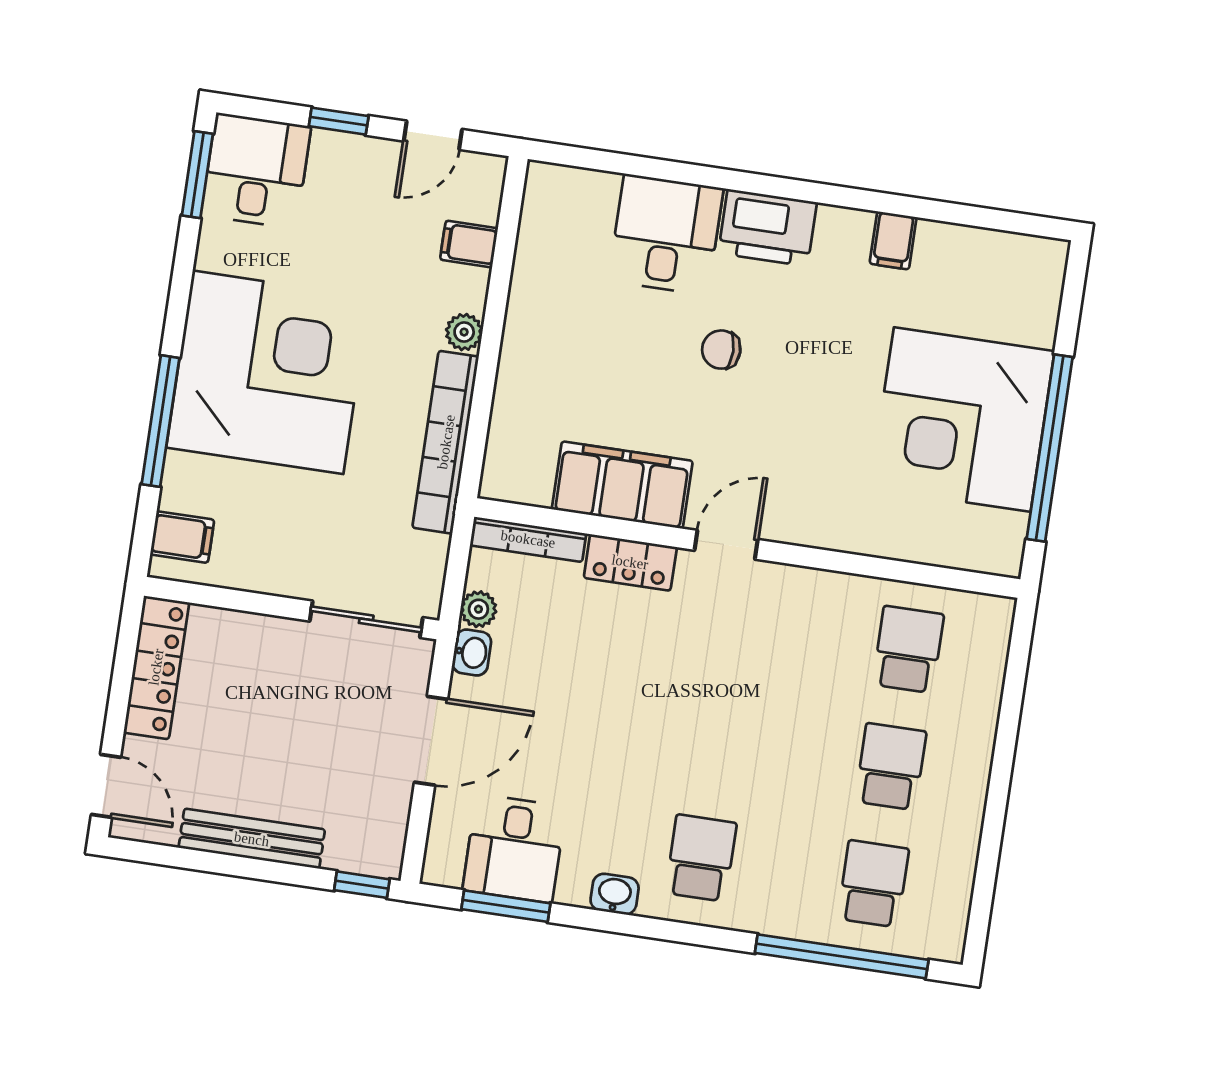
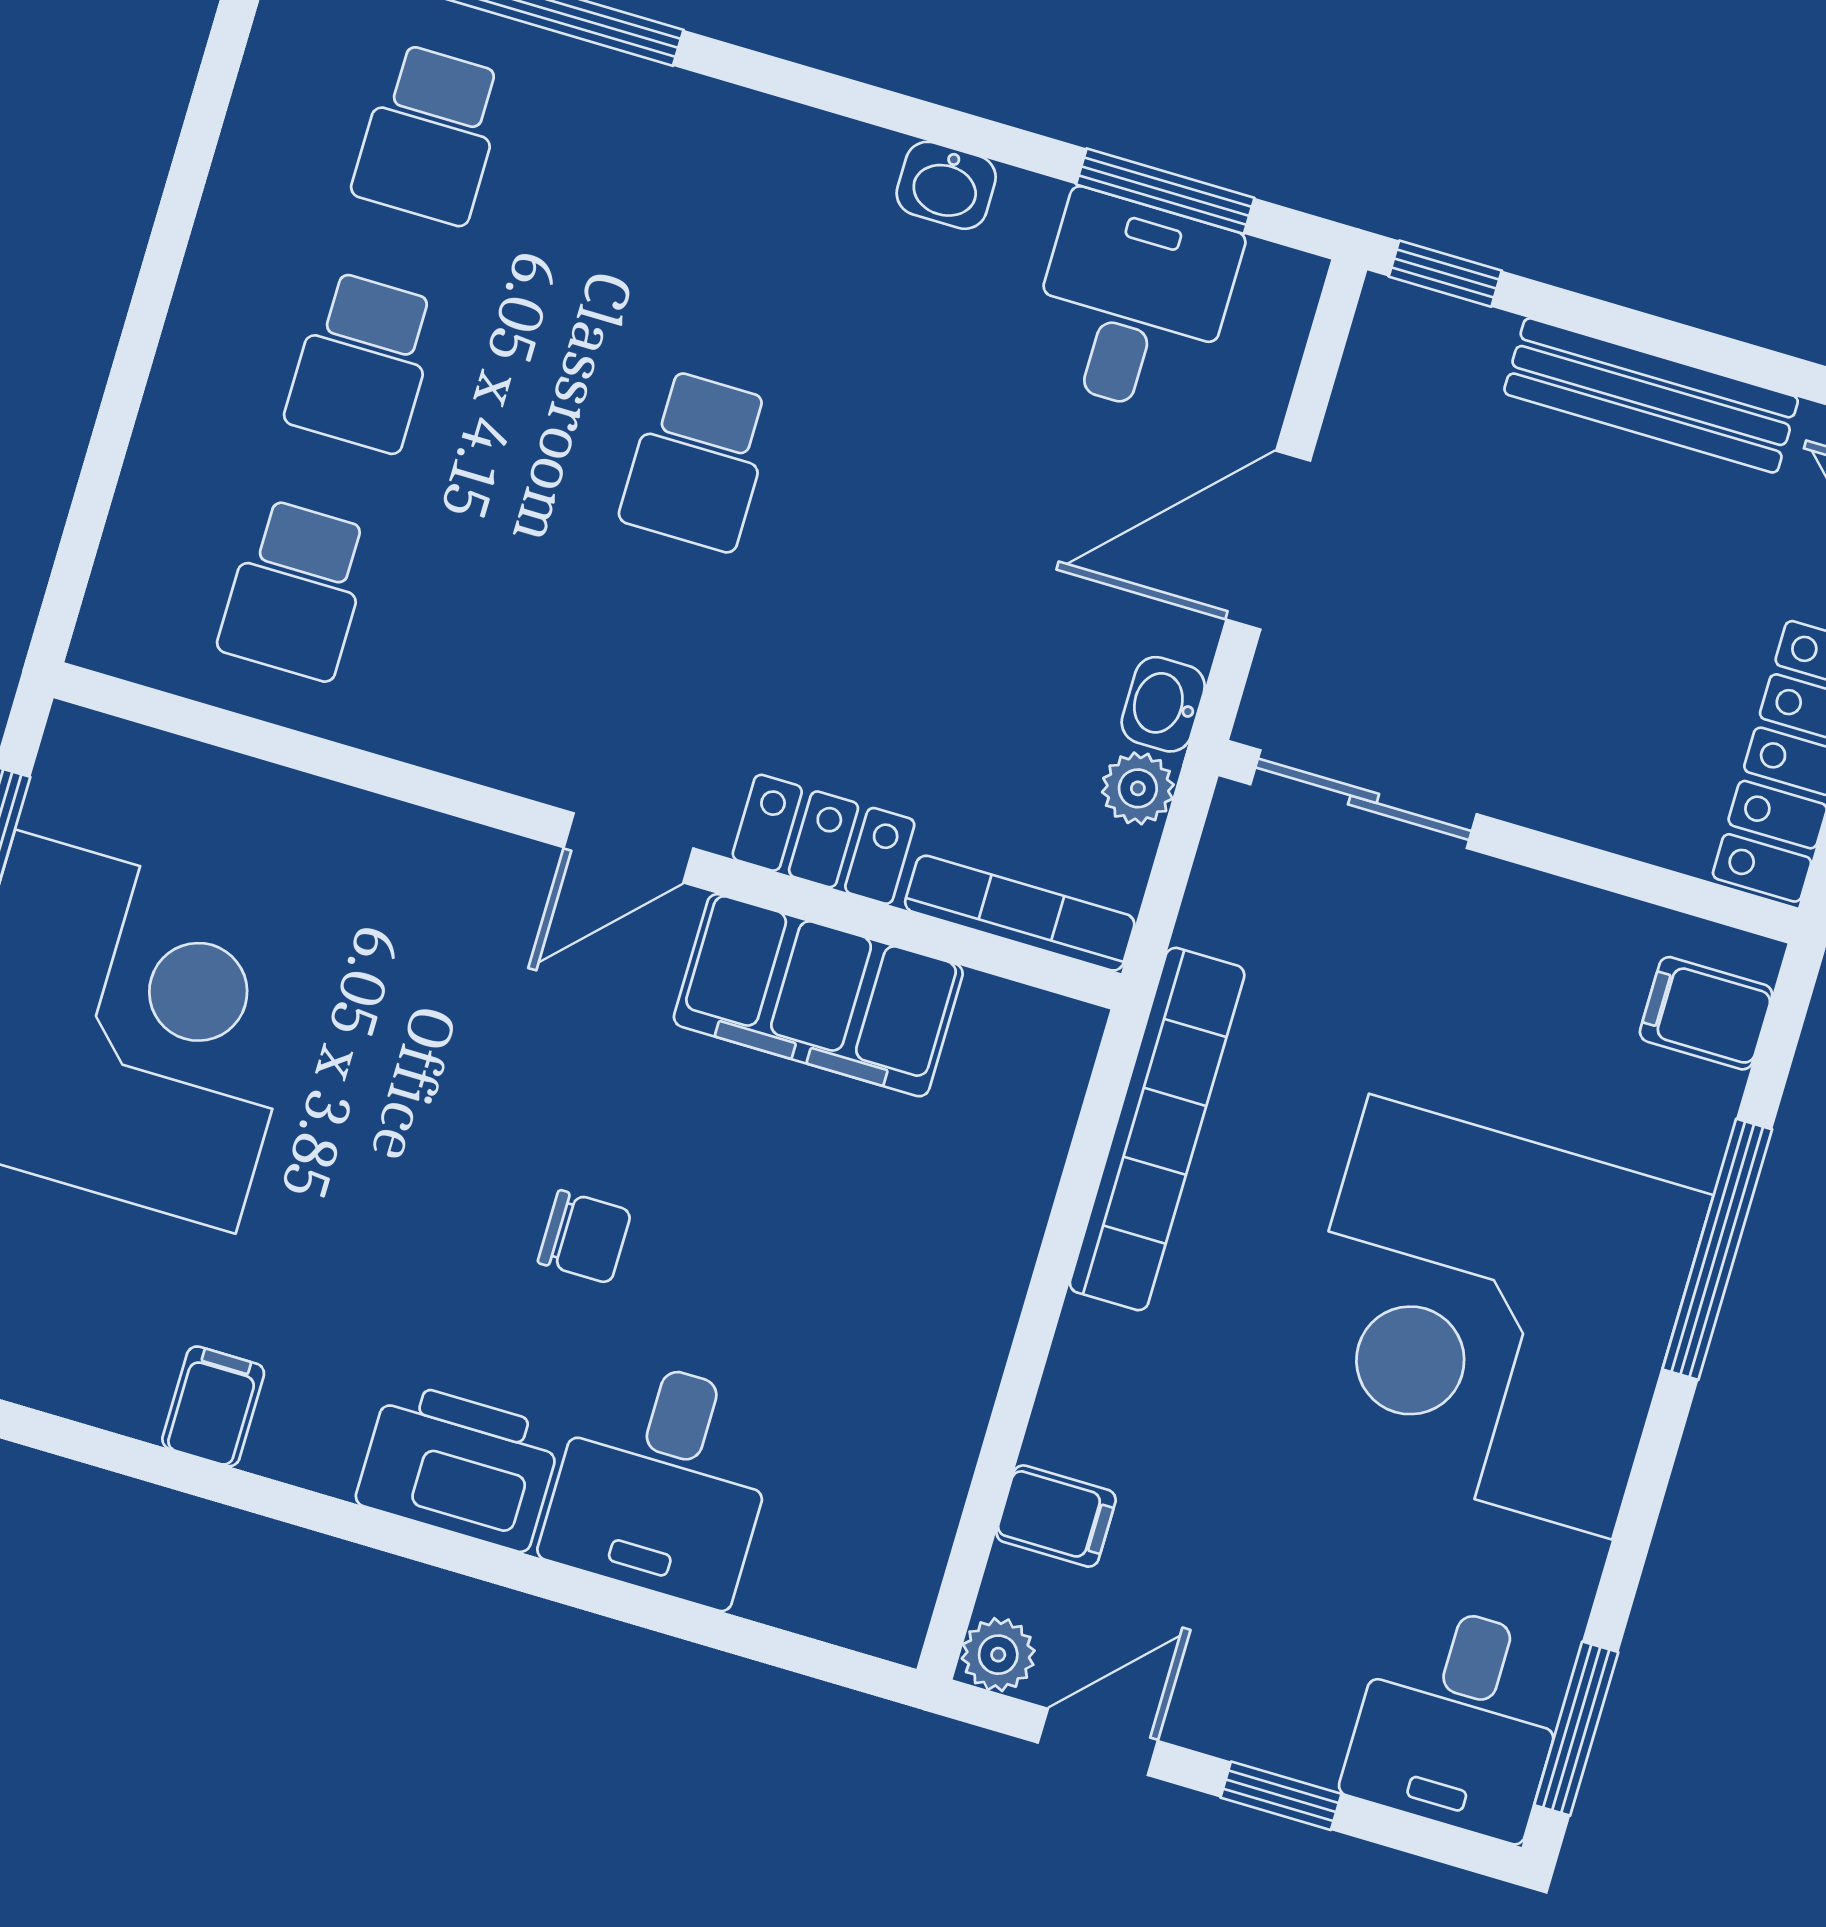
plant: (464, 332) -> (998, 1655), moved
school desk: (701, 858) -> (698, 461), moved

